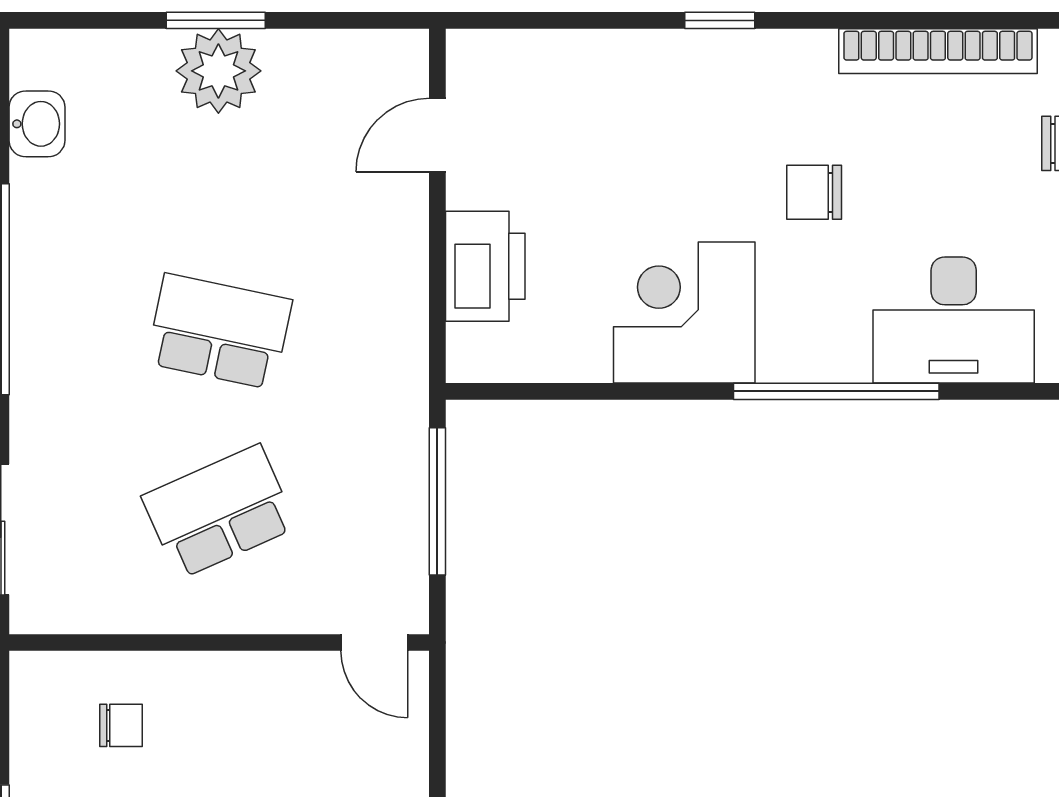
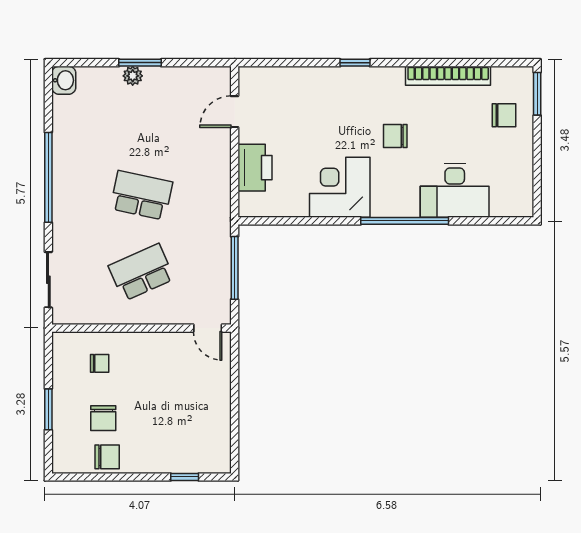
plant: (218, 71) -> (133, 76), width x0.53, depth x0.53
washbasin: (37, 124) -> (64, 80), moved

